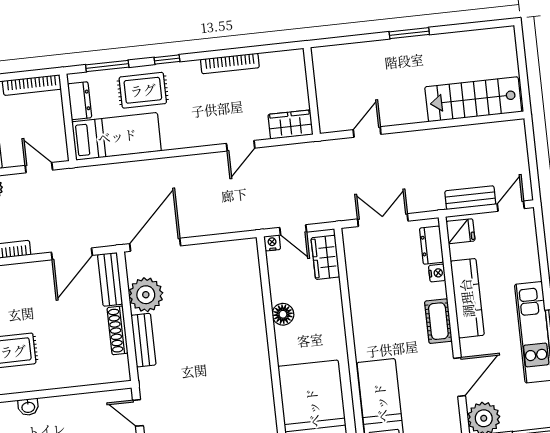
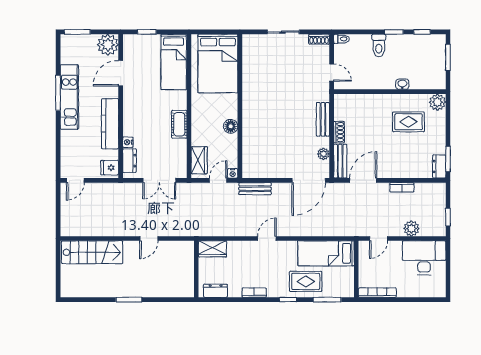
bookcase: (230, 63) -> (254, 293), width x0.64
dresser: (80, 101) -> (216, 291), moved, turned 90
door: (367, 132) -> (149, 239), moved
door: (241, 146) -> (267, 239), moved
door: (39, 168) -> (379, 239), hinge flipped
bench: (470, 198) -> (255, 189), moved
door: (293, 230) -> (218, 180), hinge flipped
plant: (146, 295) -> (323, 154), width x0.53, depth x0.53
cot: (438, 321) -> (179, 124), moved
shoe rack: (118, 330) -> (339, 132), width x0.70

